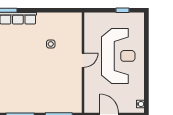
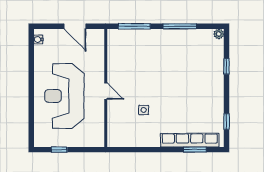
door: (83, 60) -> (106, 91), swing flipped

